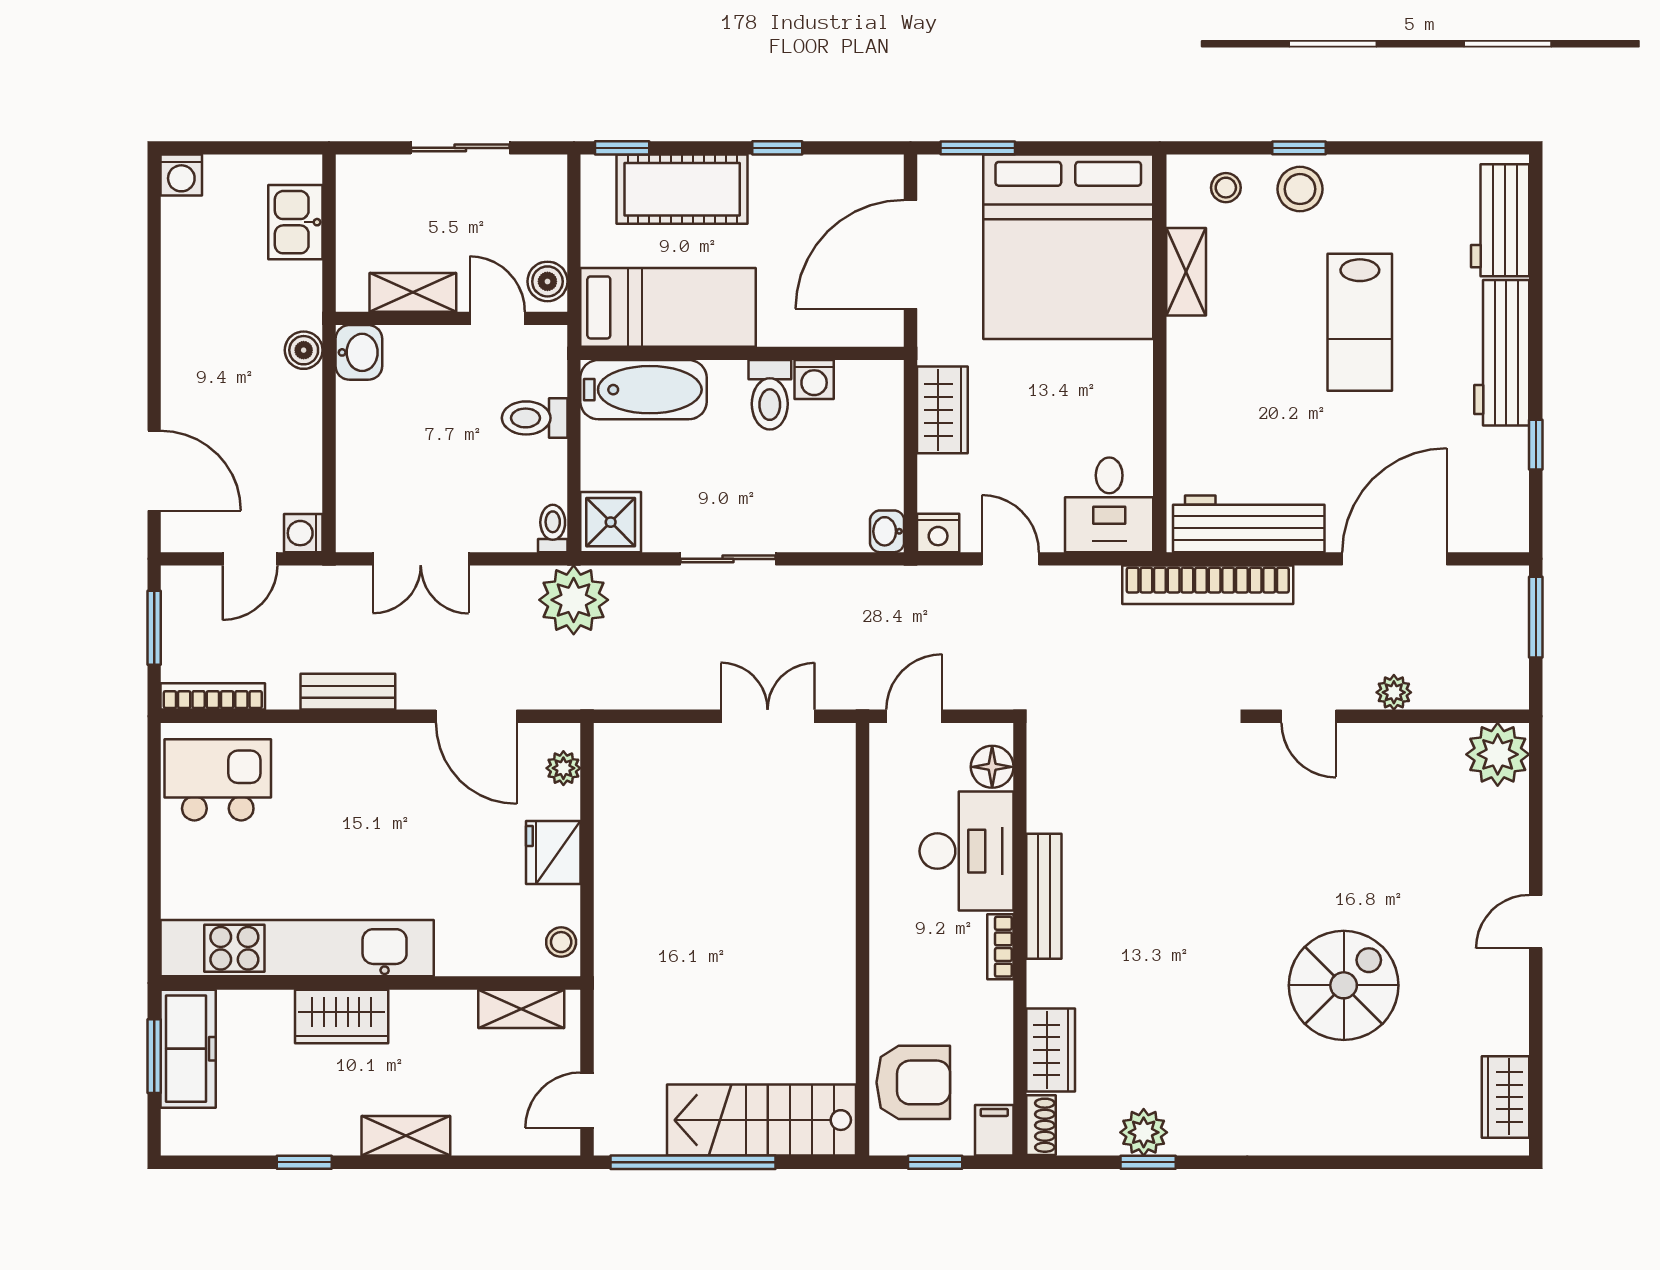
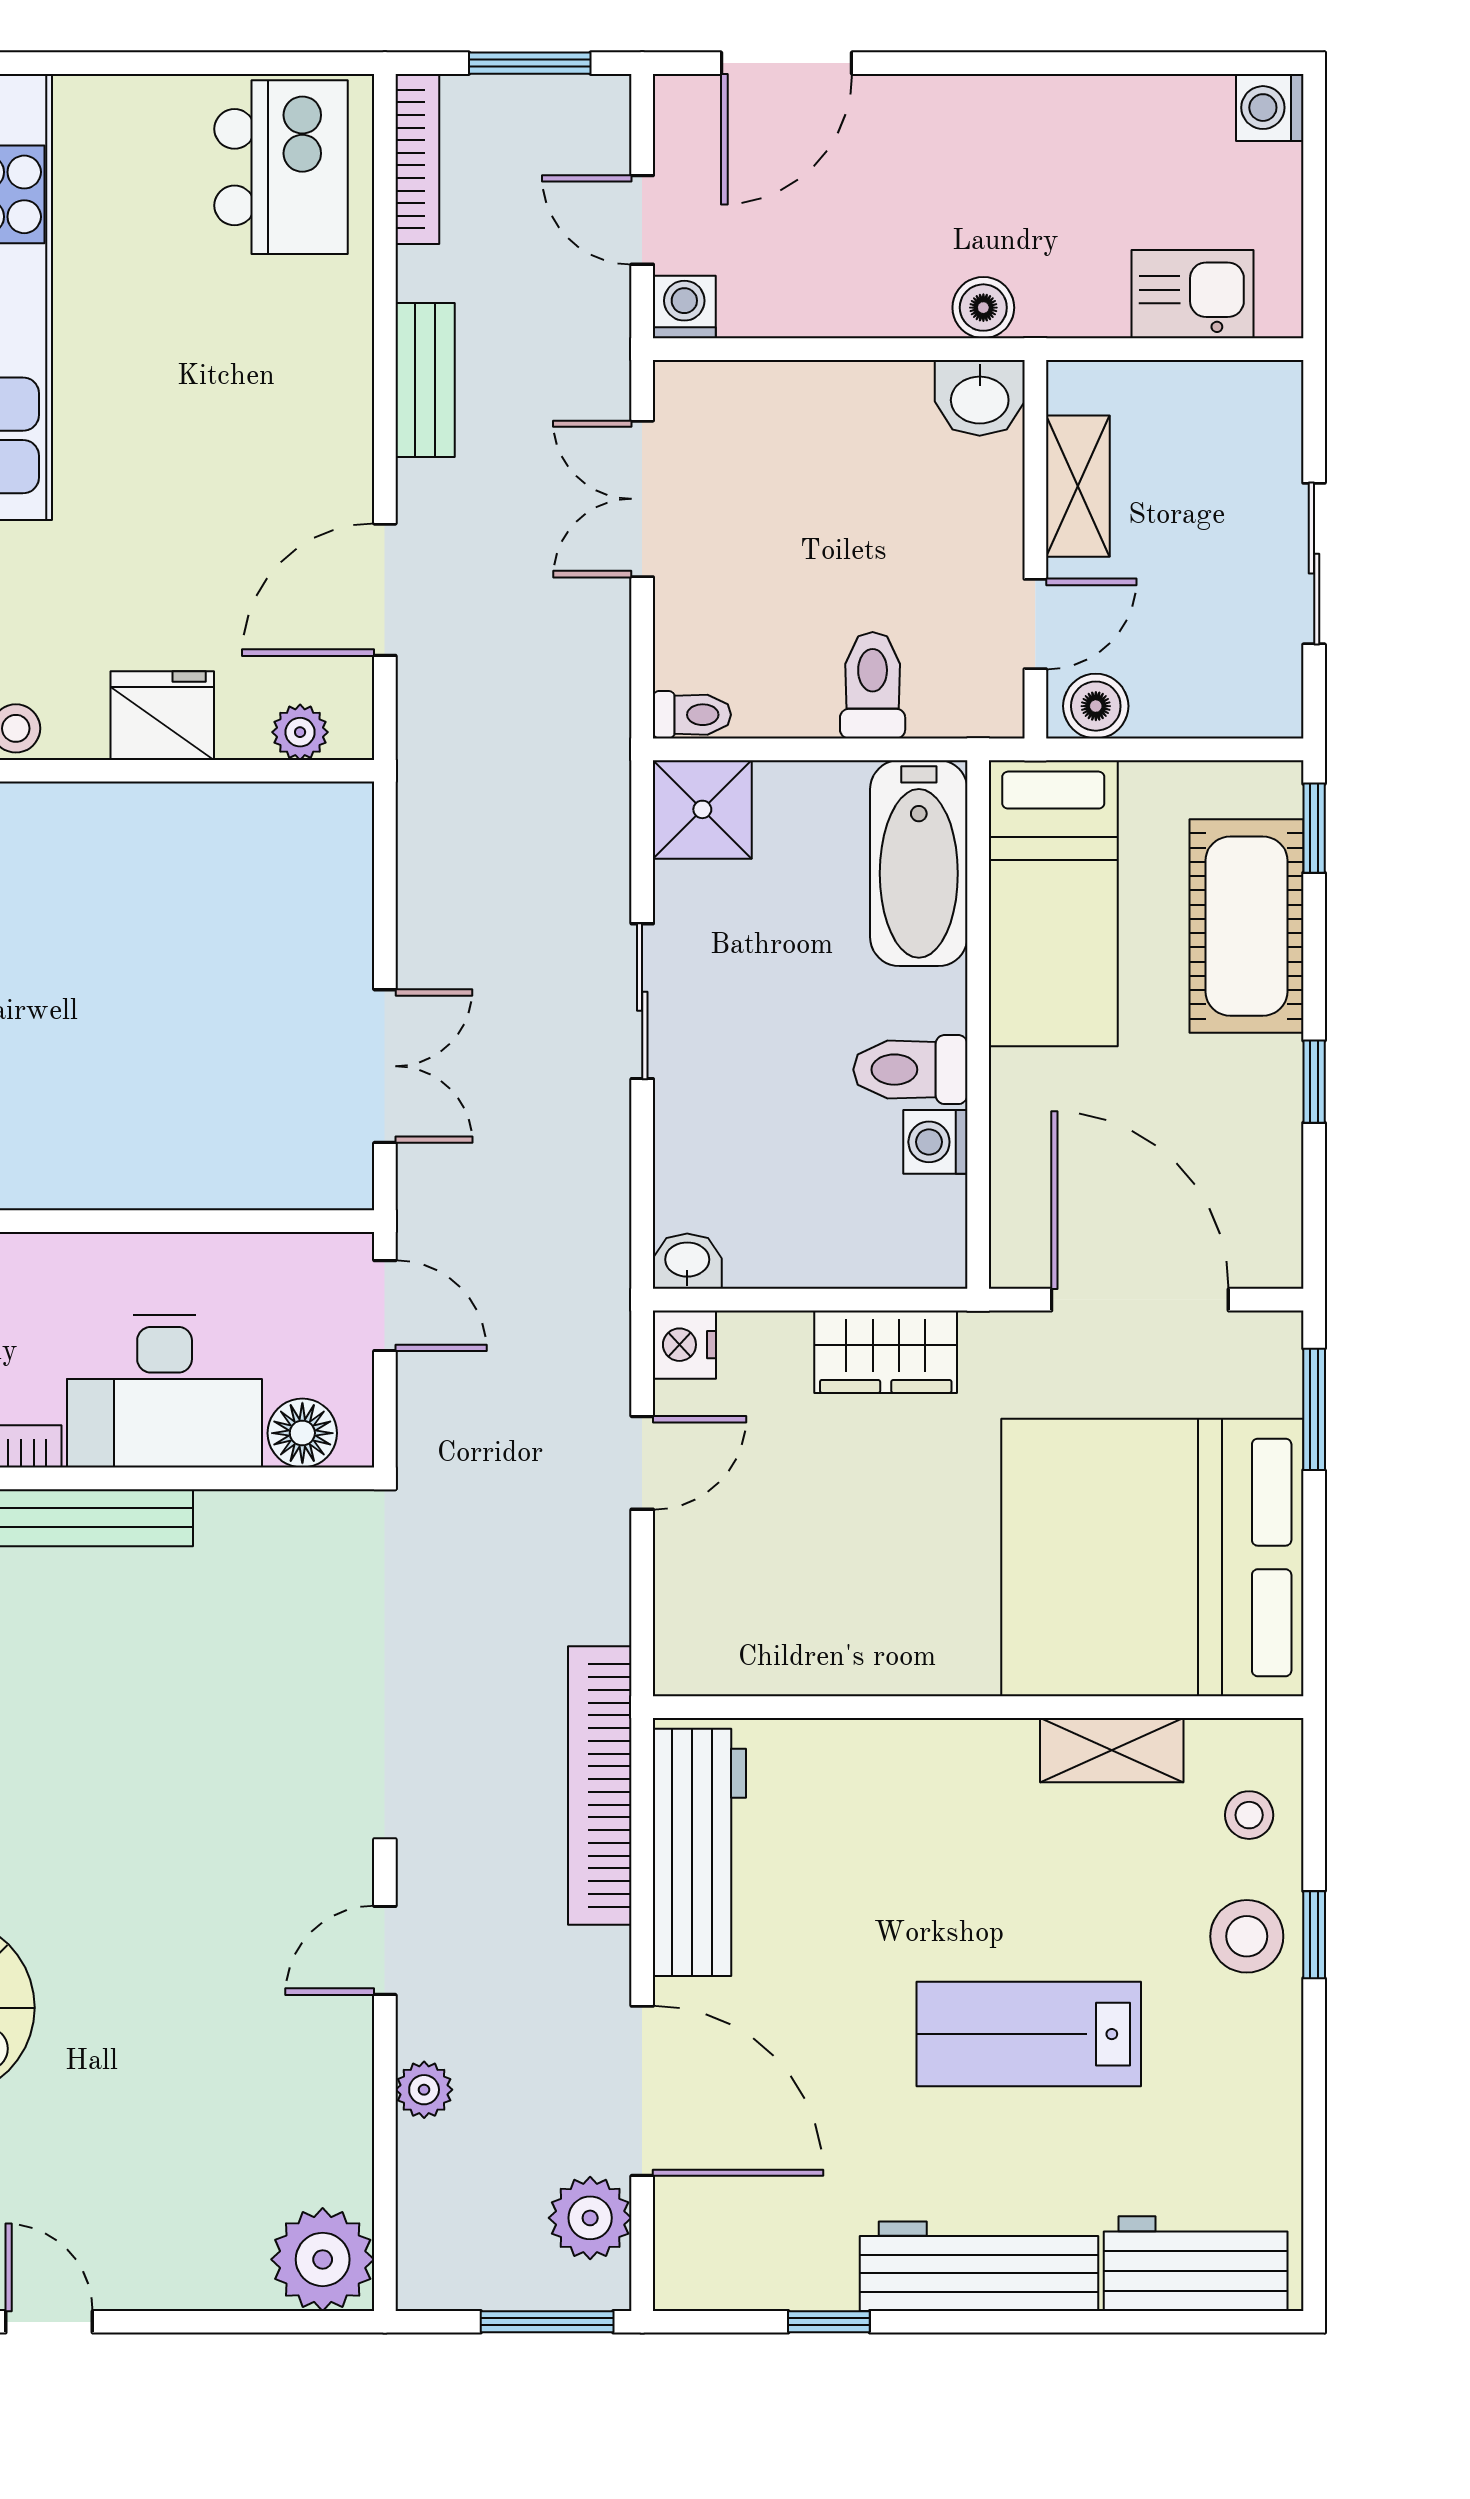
desk: (1109, 505) -> (731, 1624), removed
plant: (574, 600) -> (590, 2218), moved, width x0.73, depth x0.73

